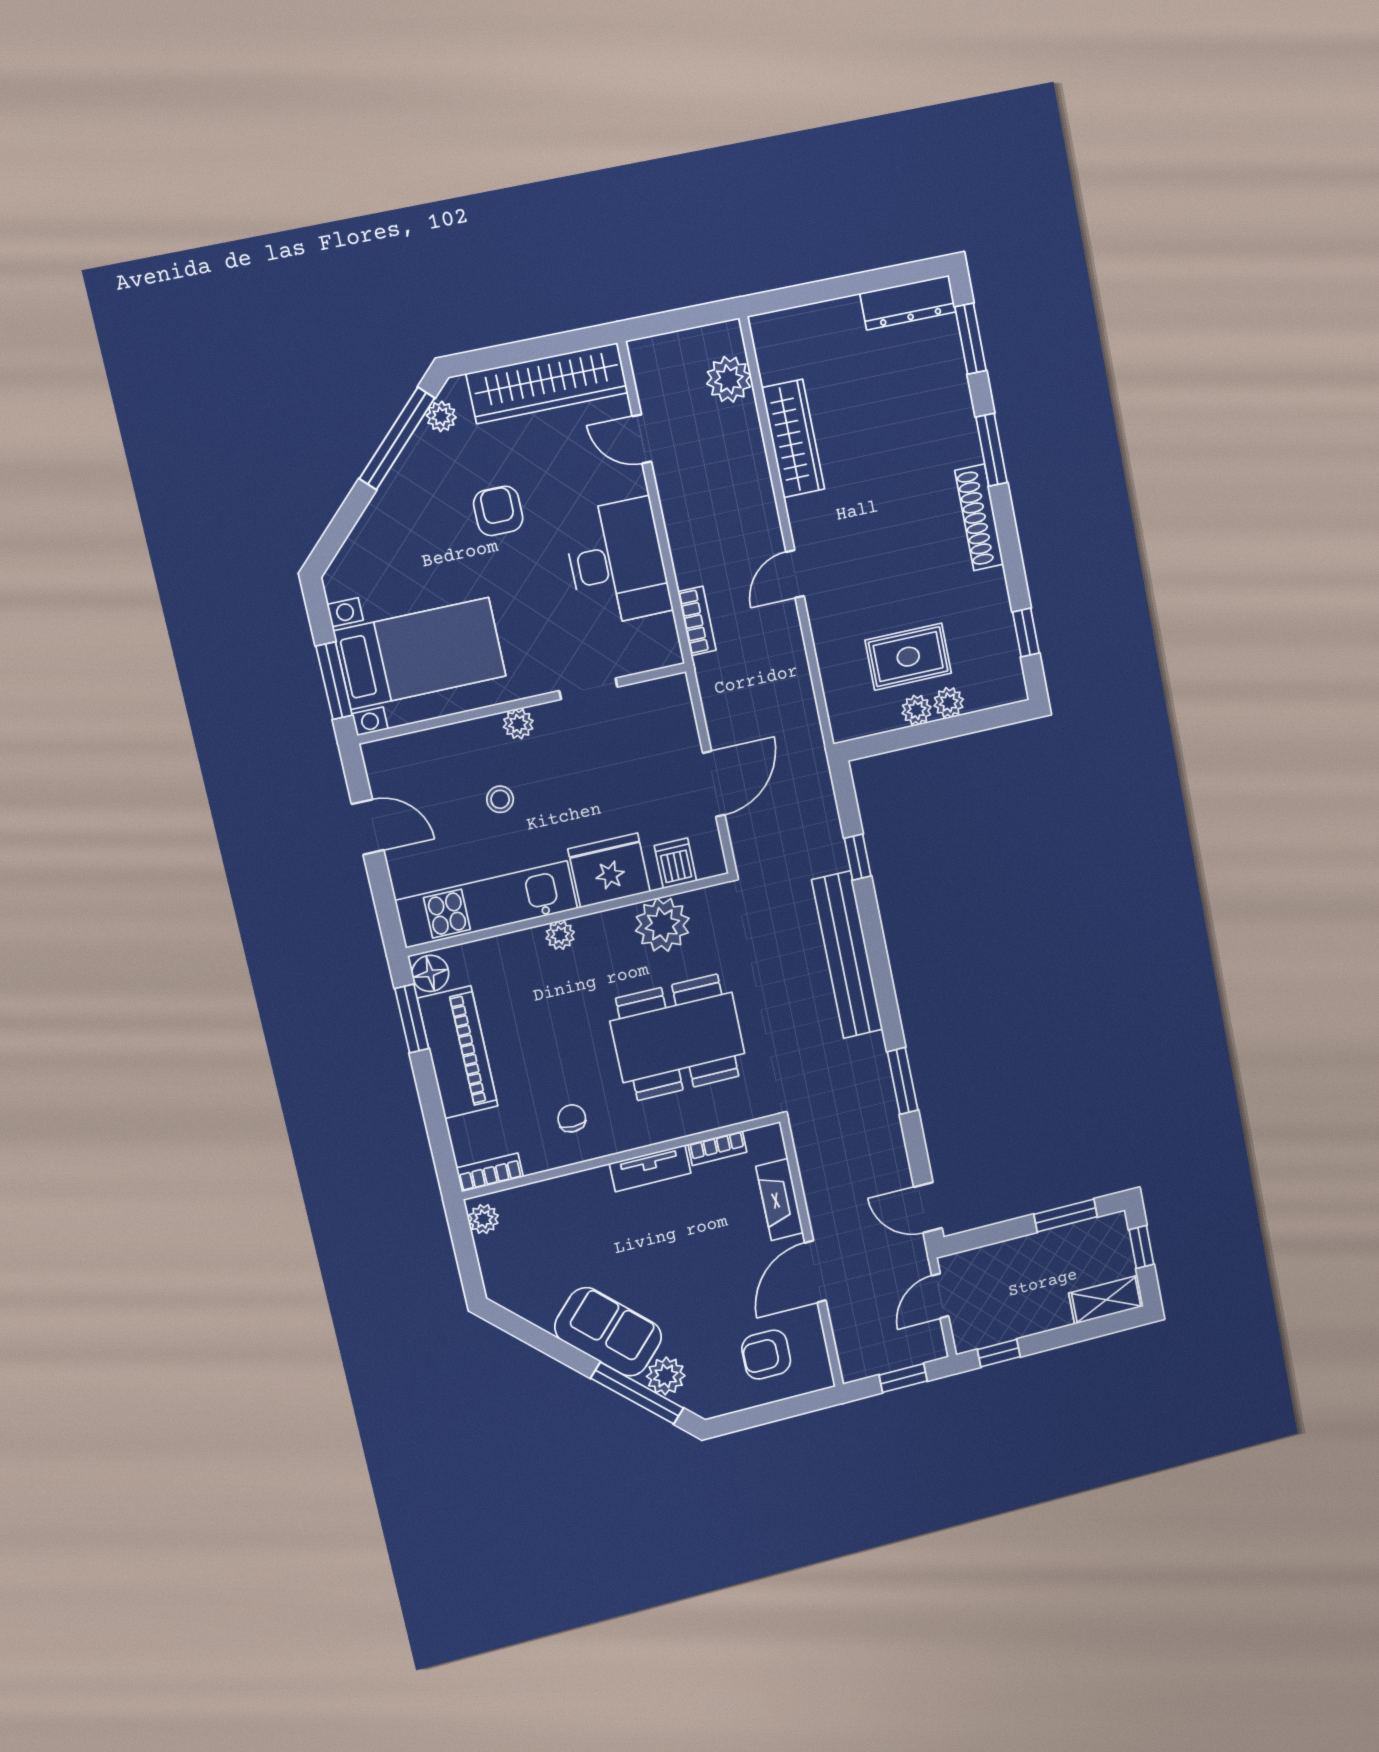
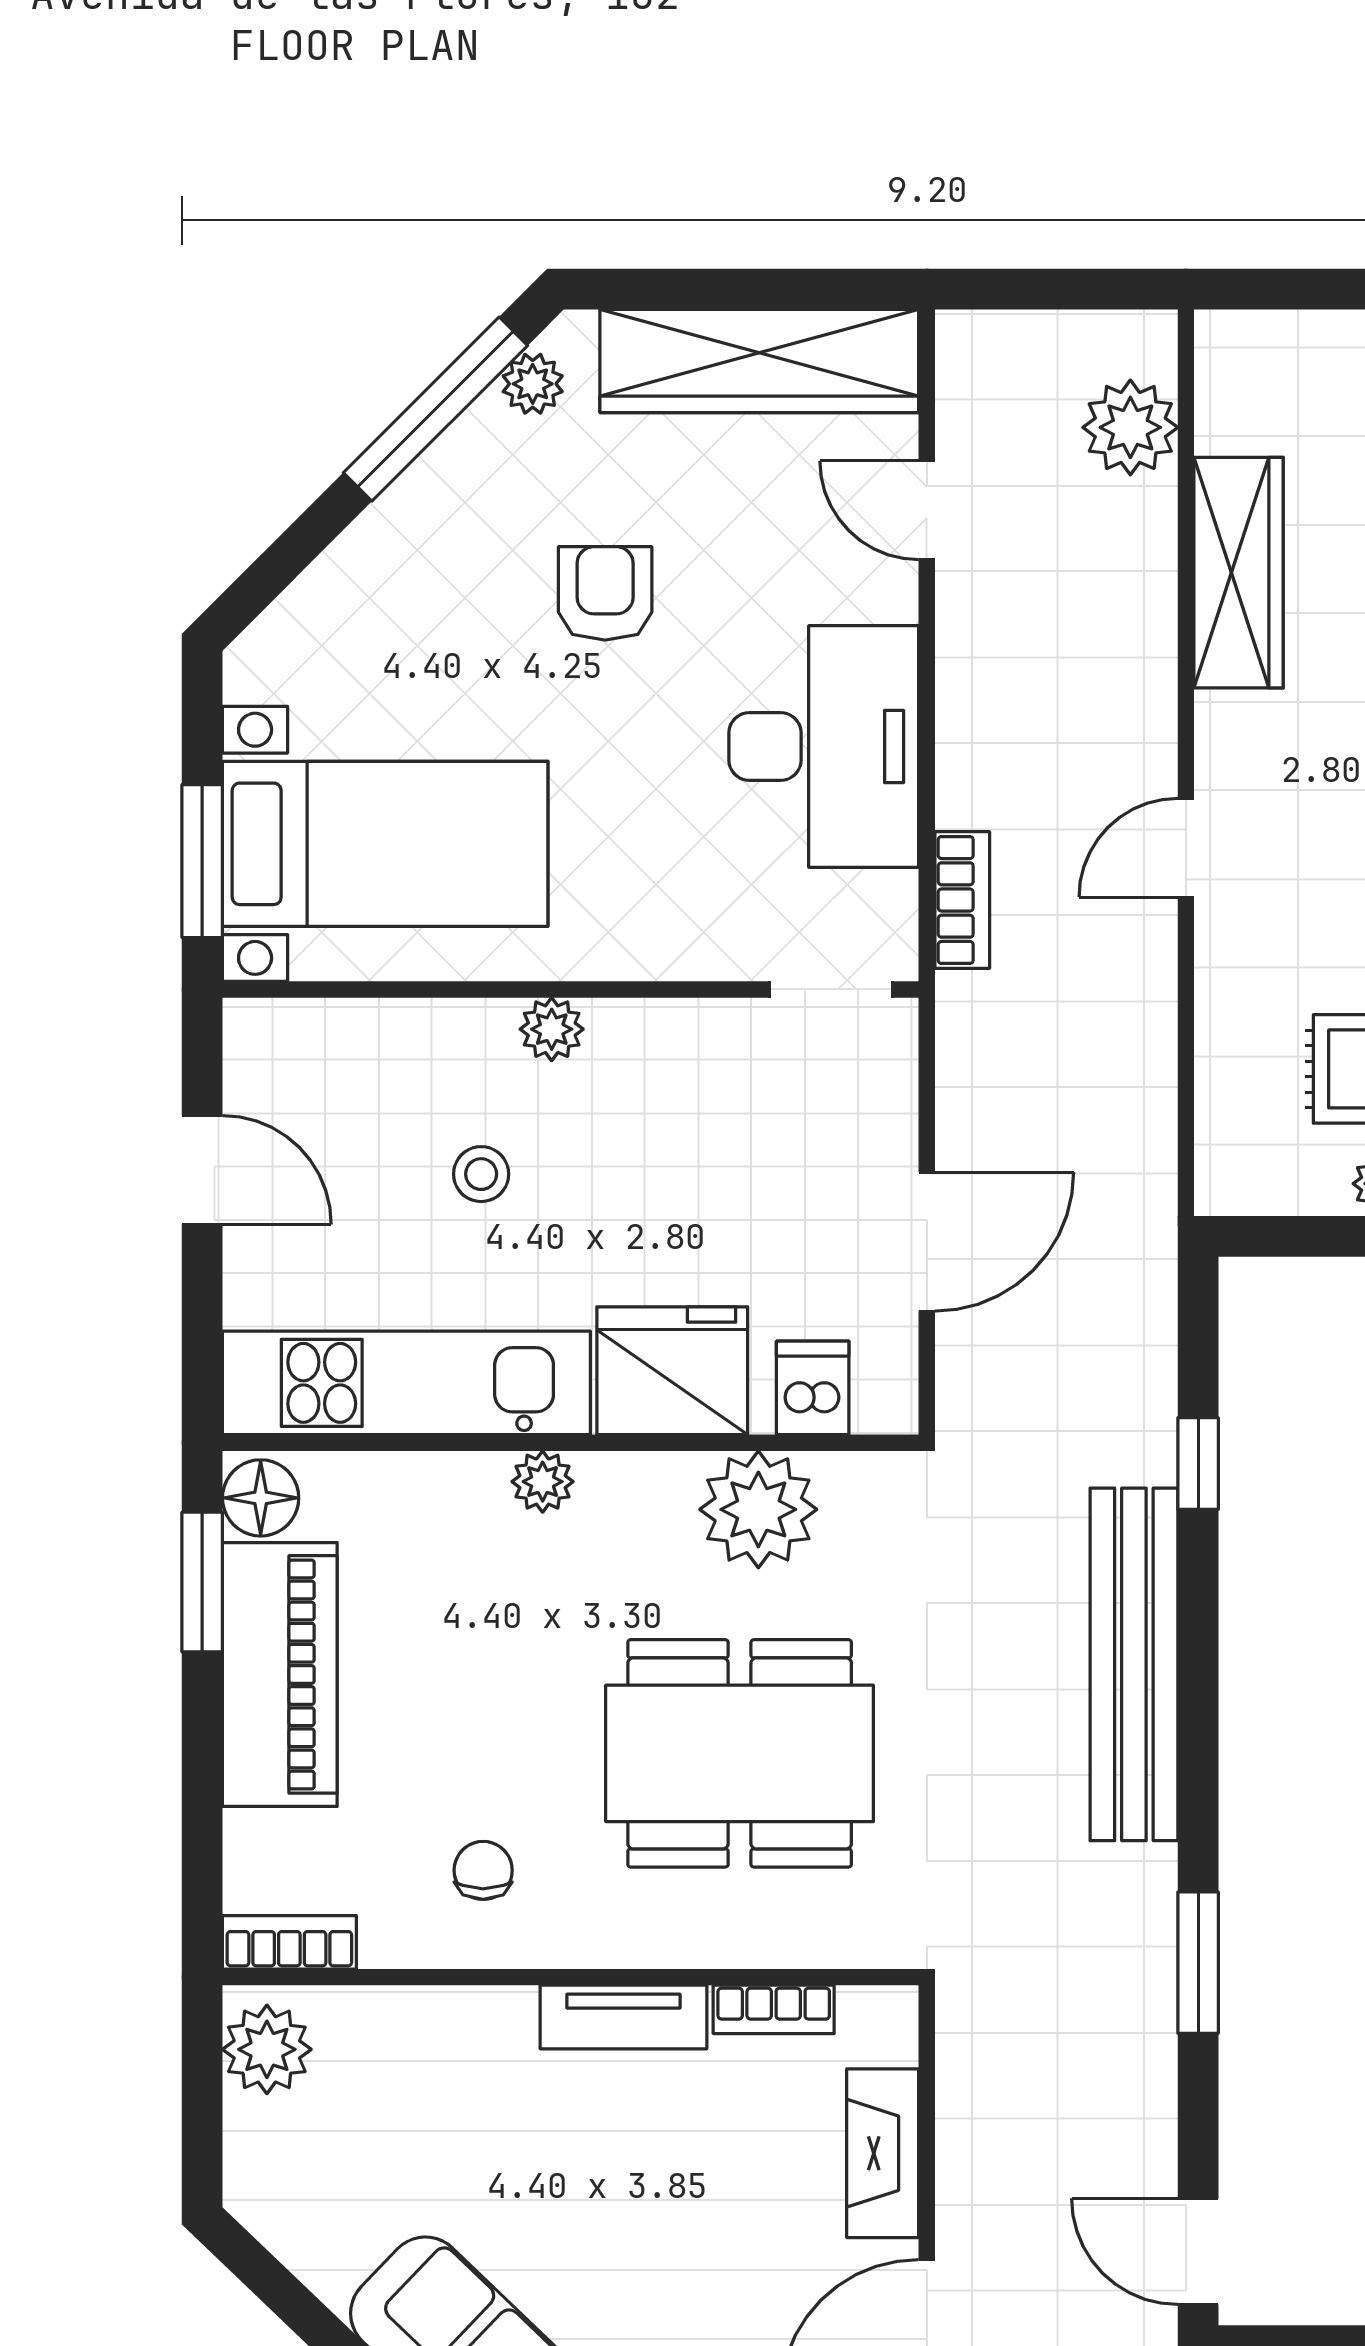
doorway: (588, 689) -> (831, 989), moved
plant: (483, 1219) -> (267, 2049), width x1.38, depth x1.38

